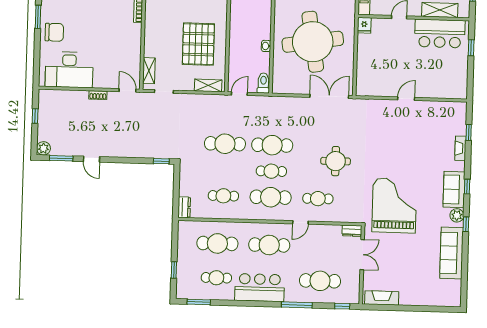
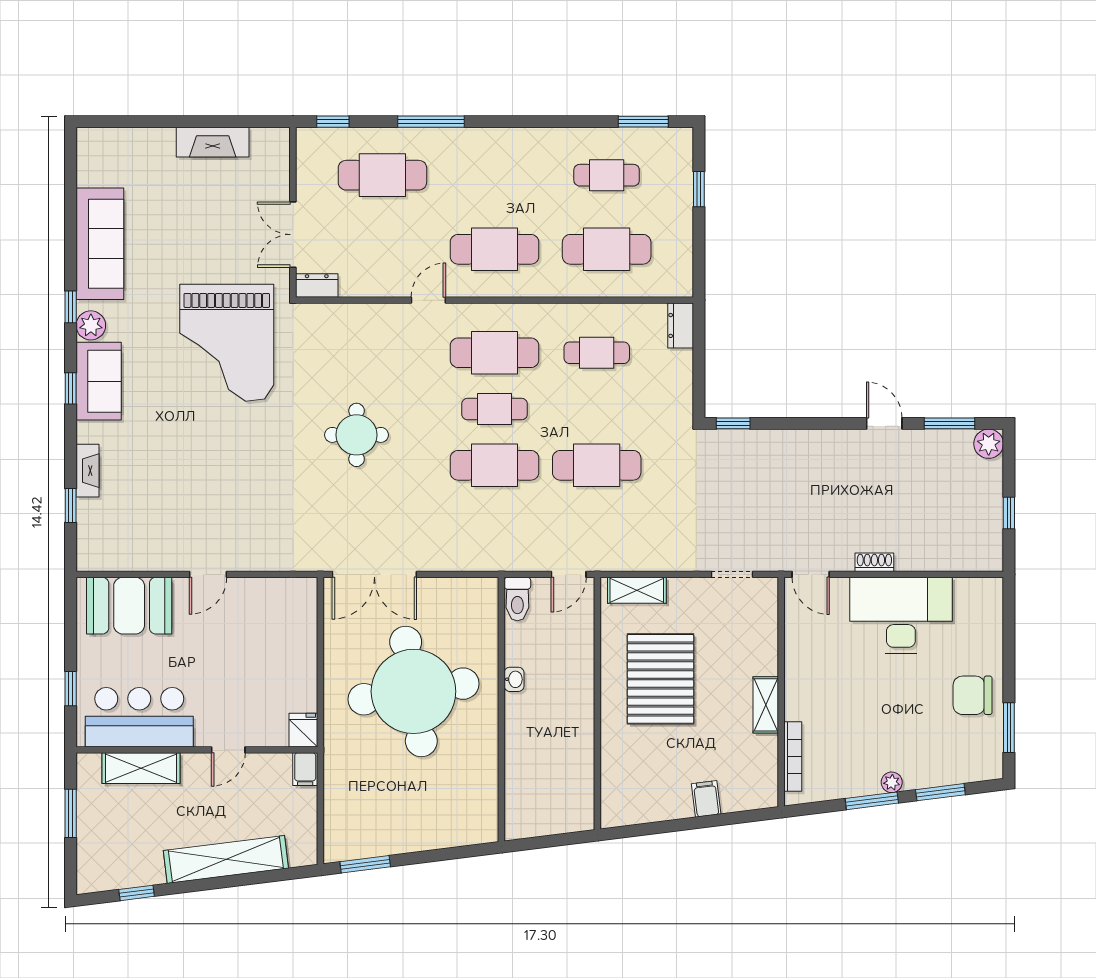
desk: (69, 70) -> (901, 615), moved
shelving: (149, 71) -> (766, 705), moved
booth: (443, 85) -> (129, 606), added
cafe table: (318, 199) -> (392, 353), removed
bar counter: (260, 288) -> (513, 157), removed
fireplace: (382, 298) -> (213, 142), moved

